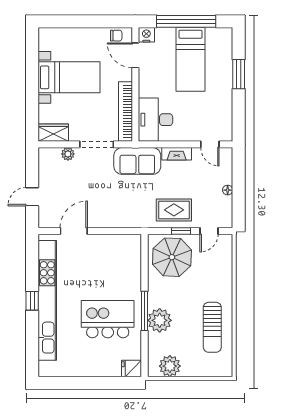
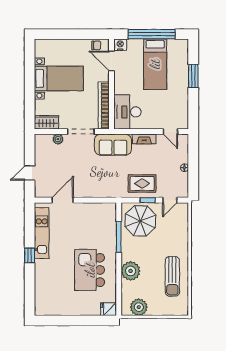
kitchen unit: (47, 300) -> (42, 233), width x0.54
window: (144, 311) -> (119, 237), moved
kitchen island: (108, 319) -> (90, 270), turned -90

